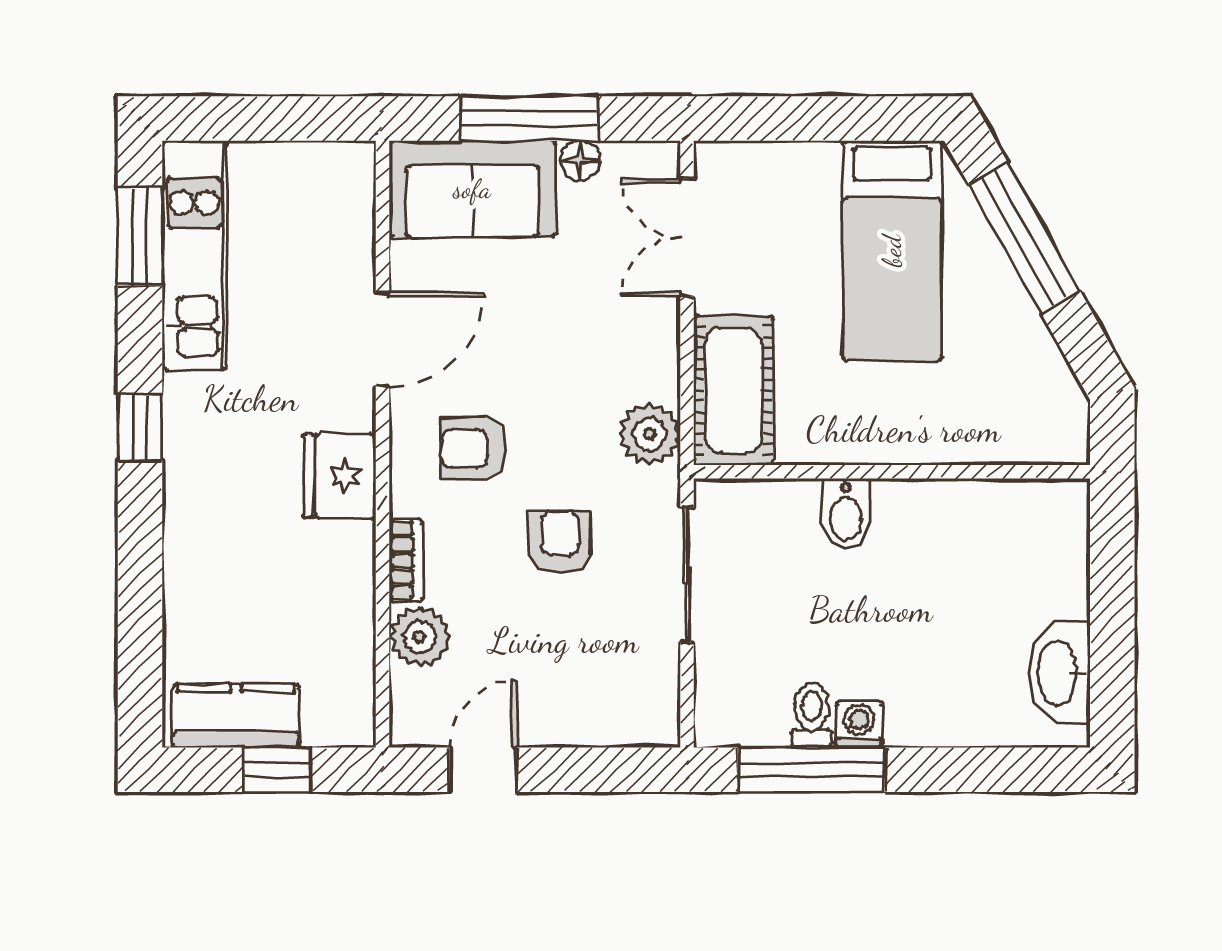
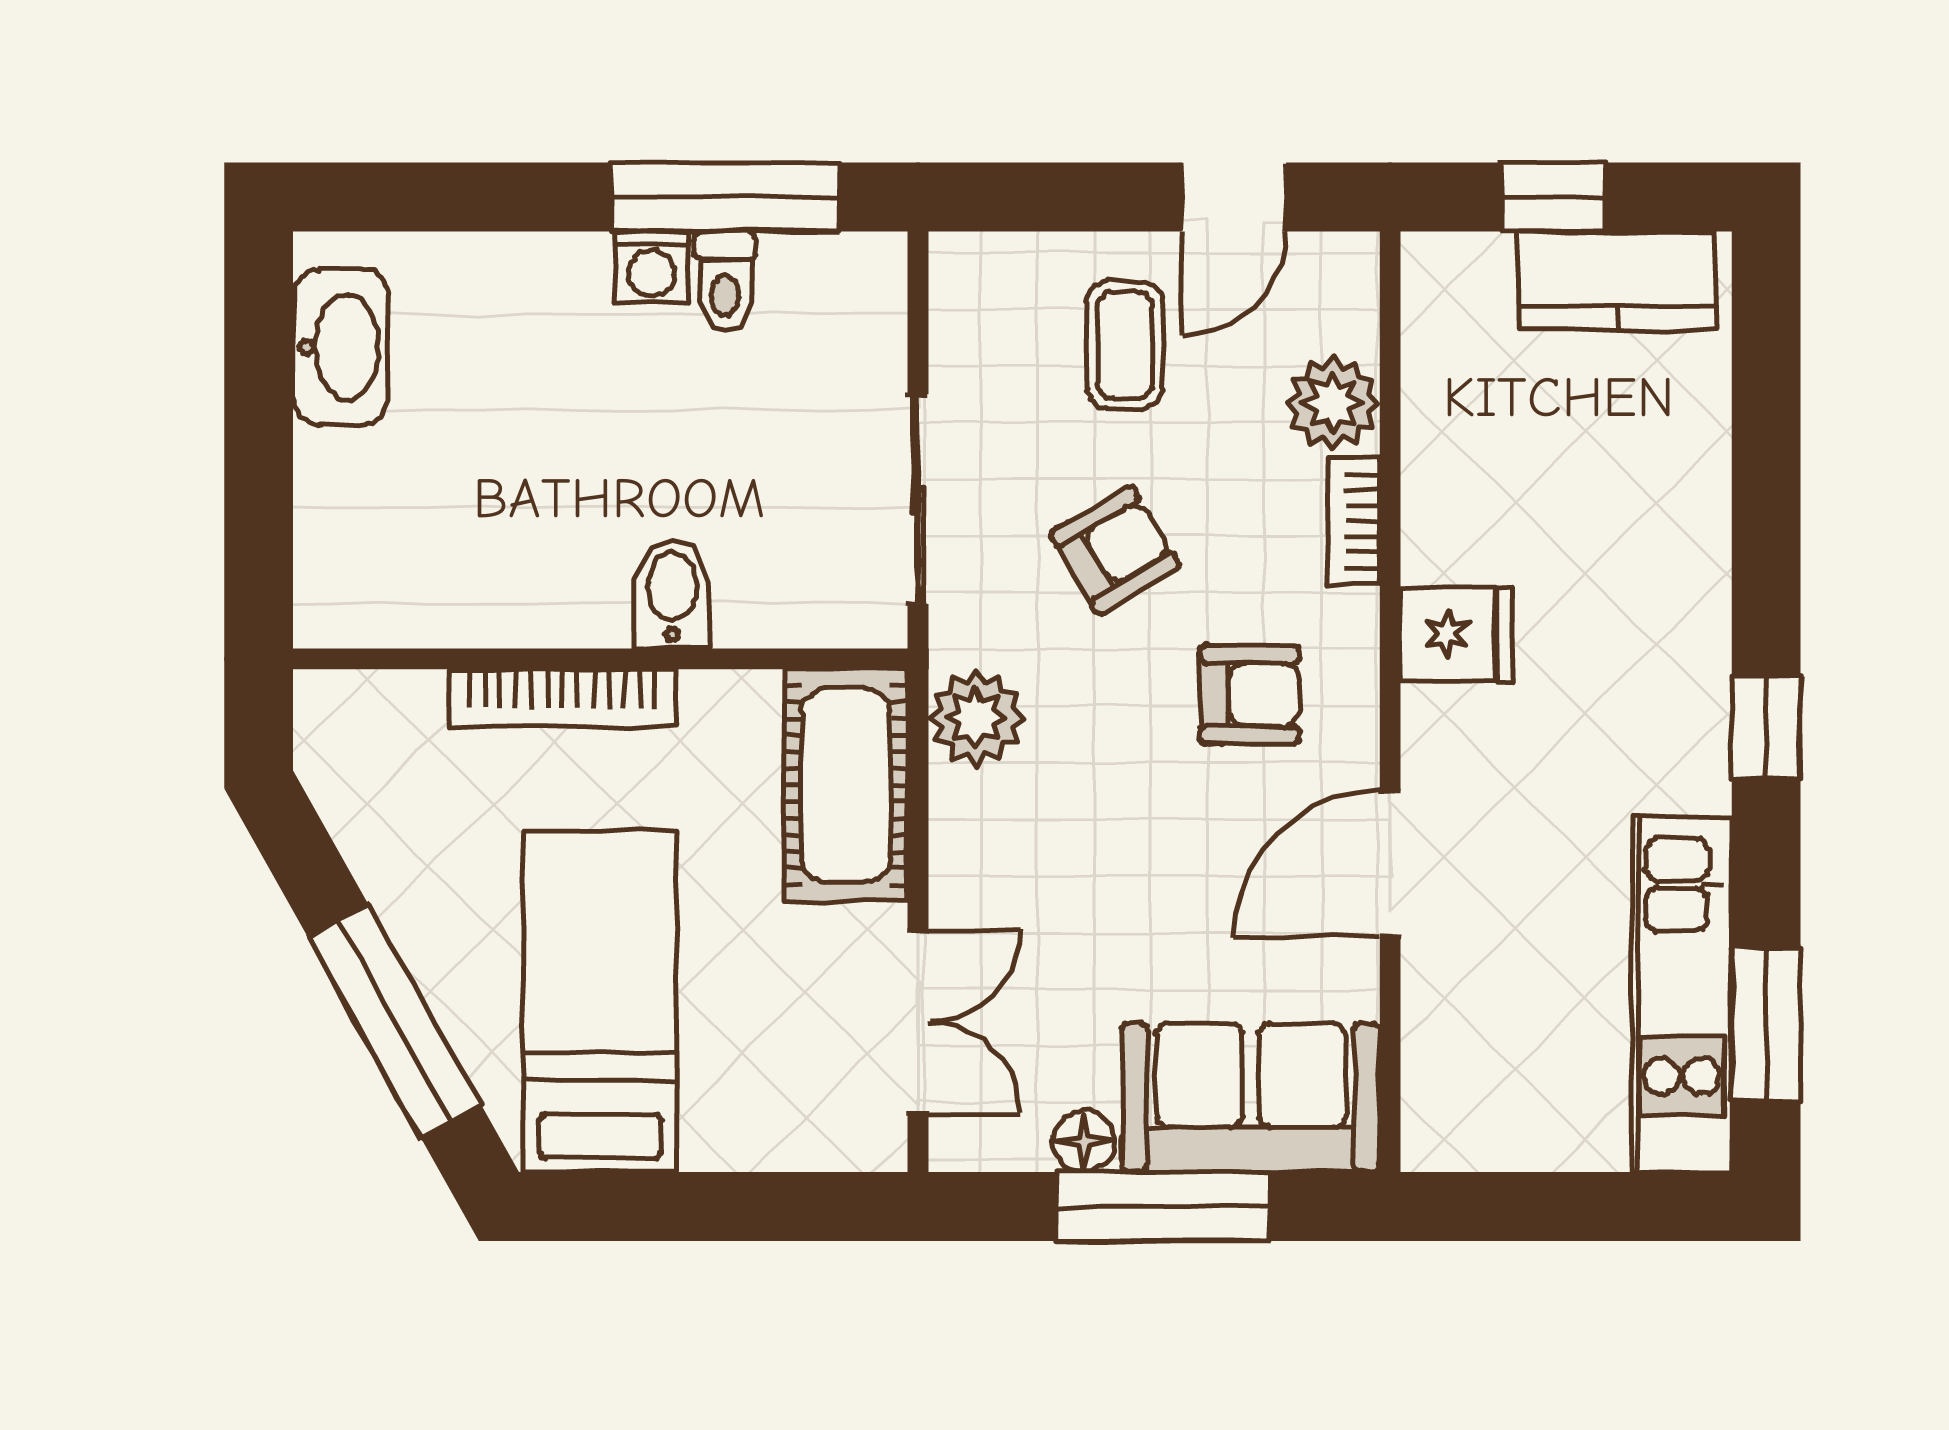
bookcase: (916, 446) -> (562, 698), added
fridge: (340, 476) -> (1457, 634), width x0.72
armchair: (560, 542) -> (1115, 550), turned -121
coffee table: (554, 674) -> (1125, 345), added

